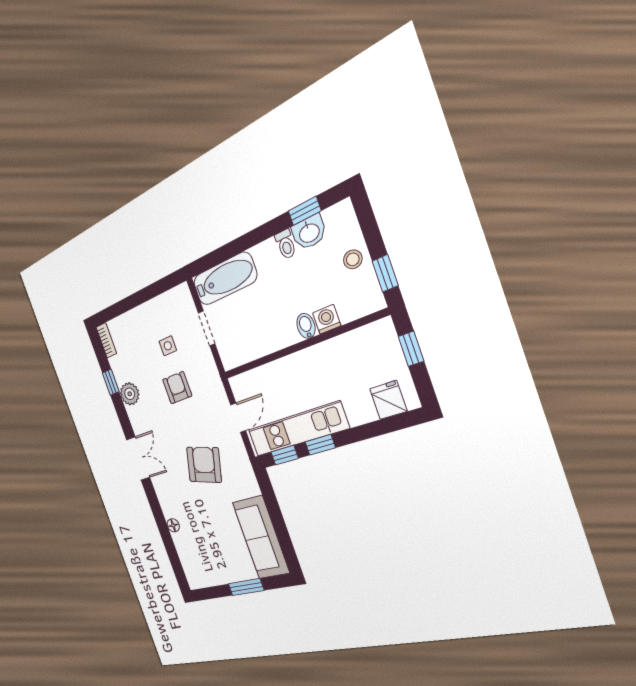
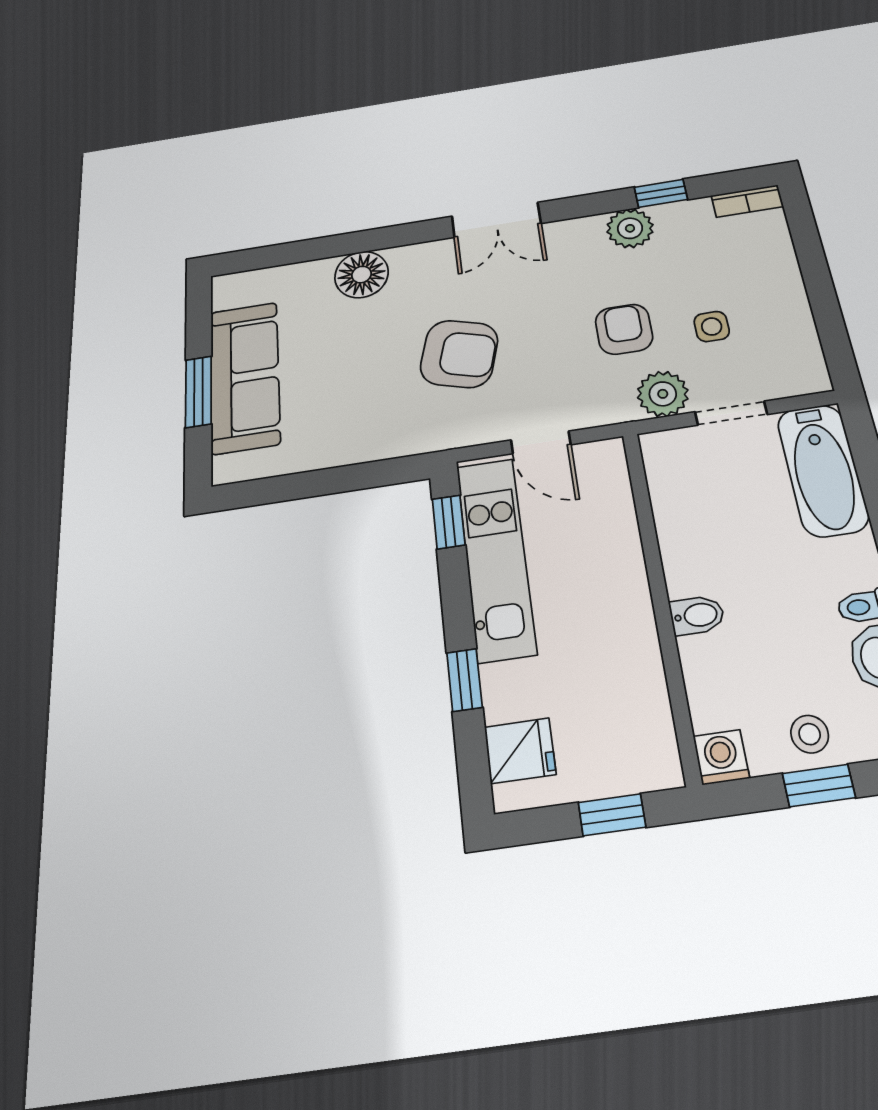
window: (385, 273) -> (819, 786), moved
washing machine: (327, 319) -> (721, 757), moved, turned -90
plant: (204, 363) -> (663, 394), added
armchair: (177, 388) -> (624, 329), turned -90
window: (320, 445) -> (464, 680), moved
floor lamp: (173, 525) -> (361, 275), width x1.89, depth x1.89
sofa: (261, 537) -> (245, 377), moved, turned 90

